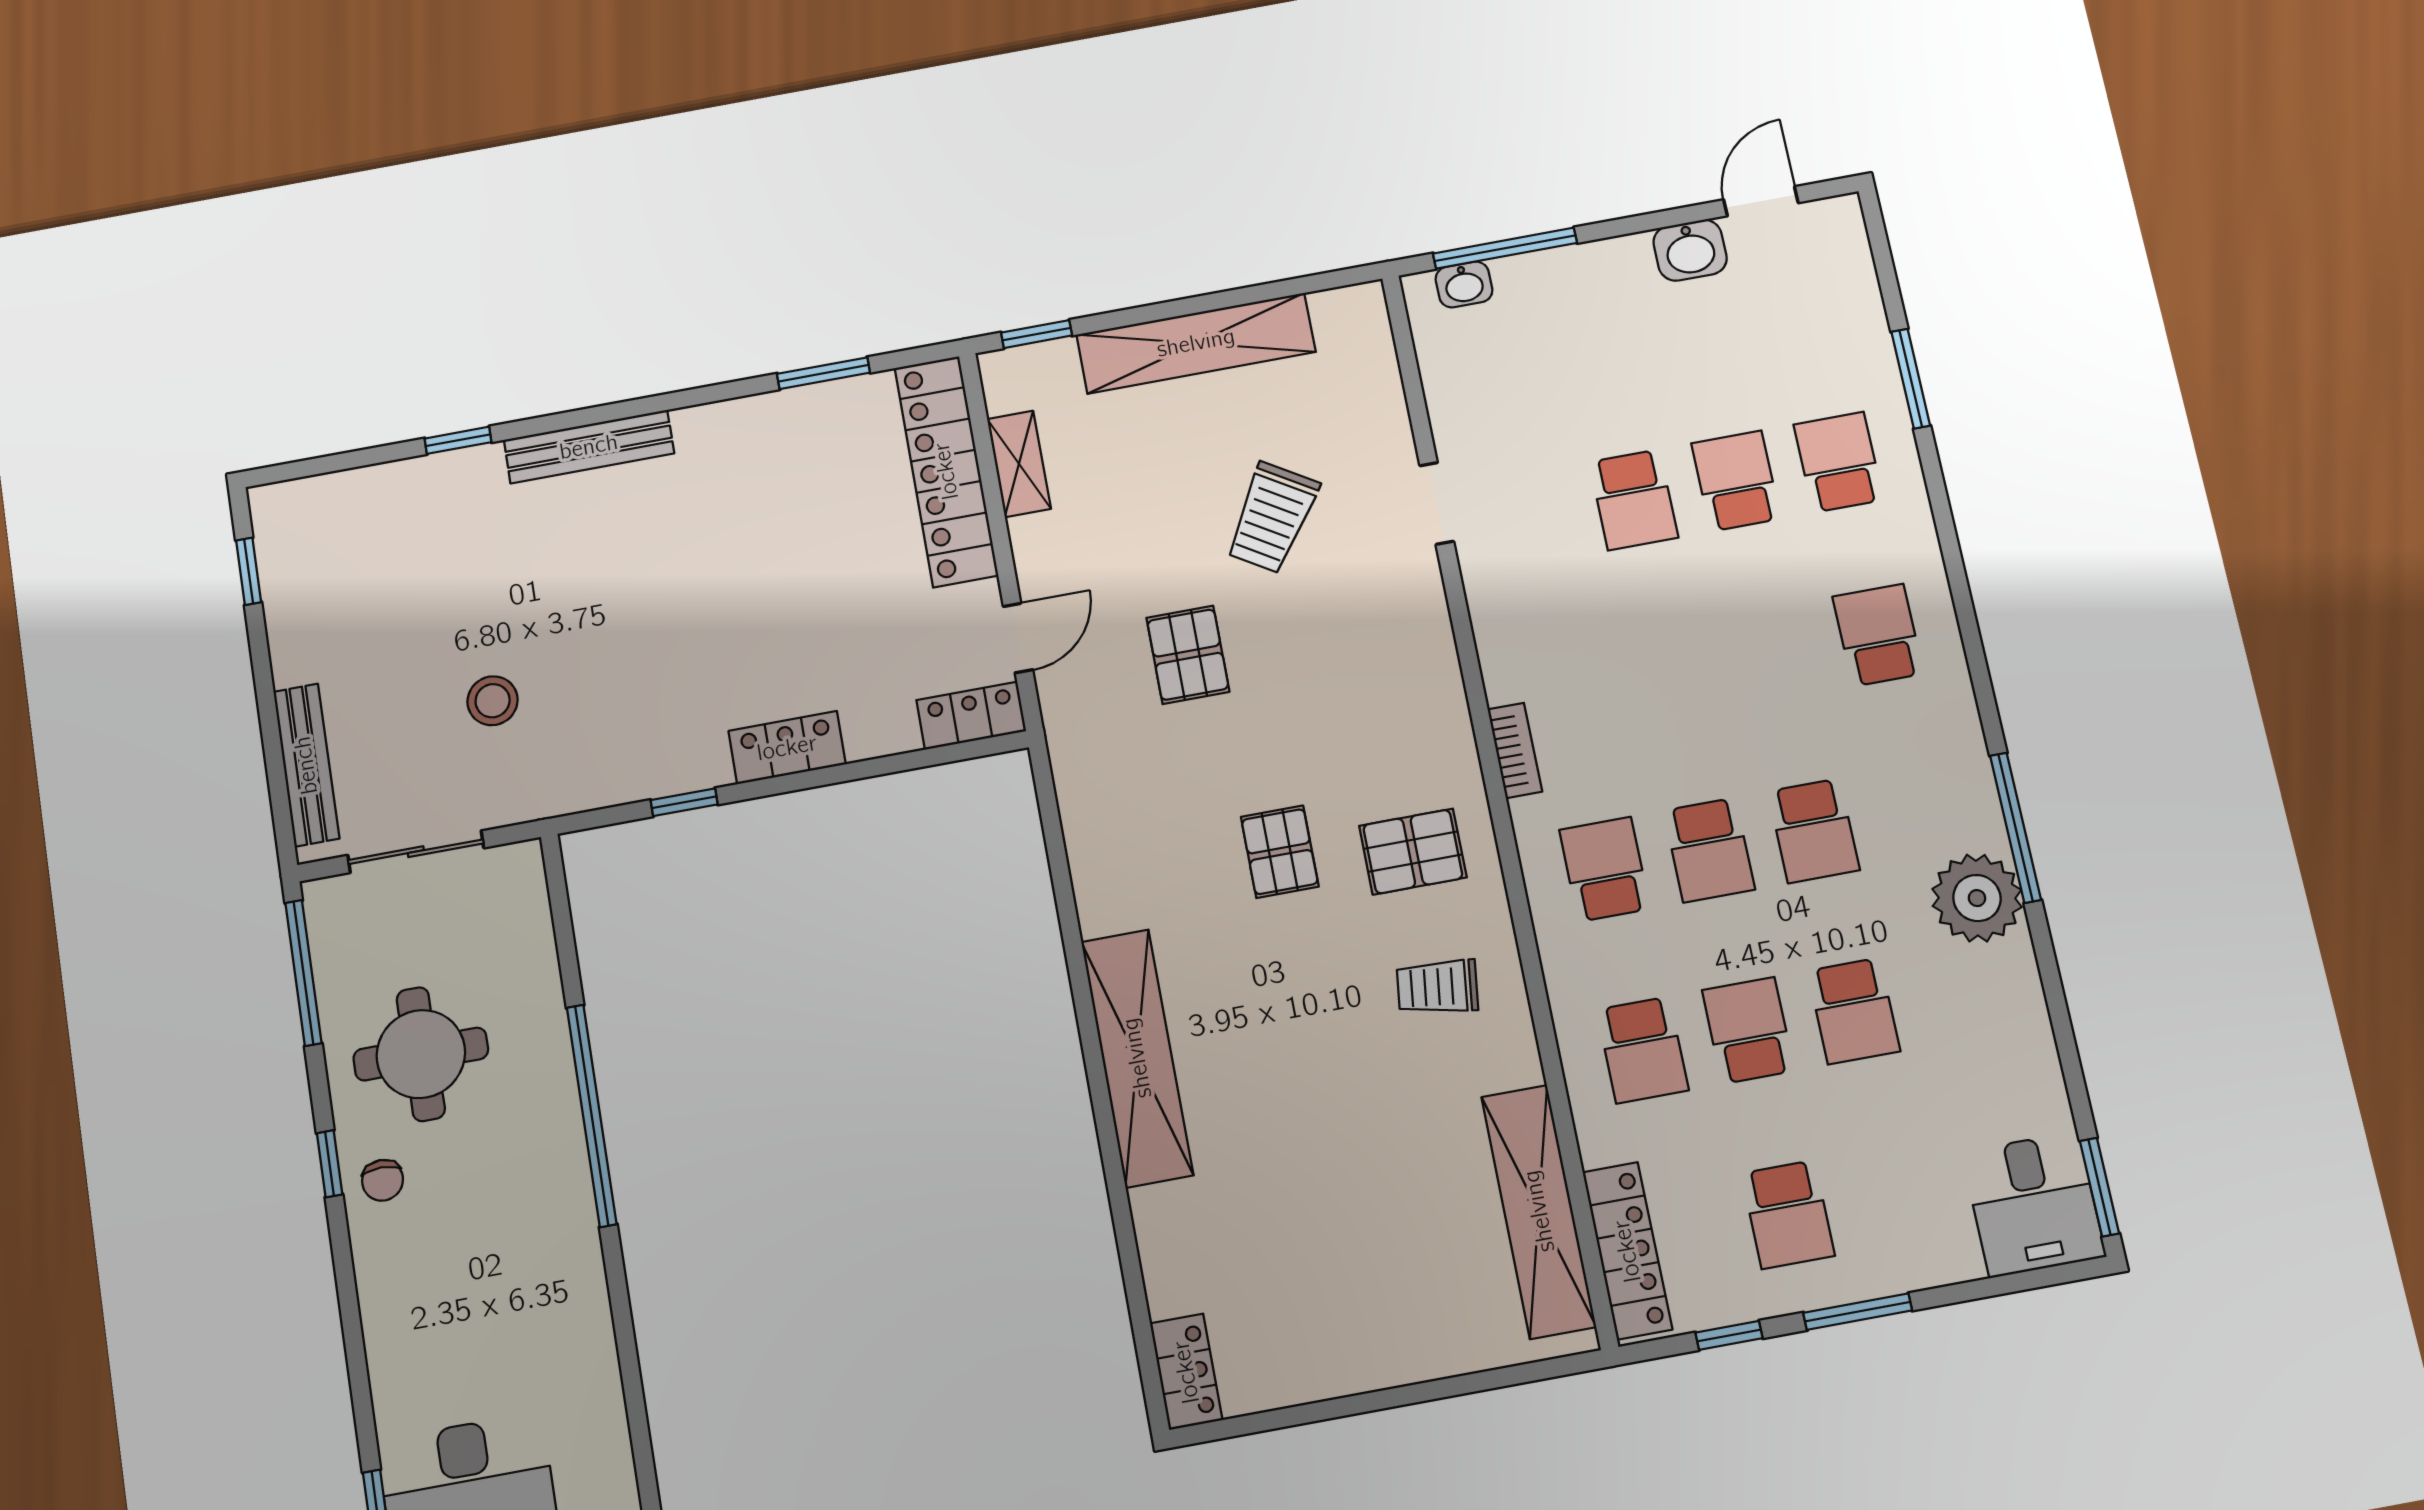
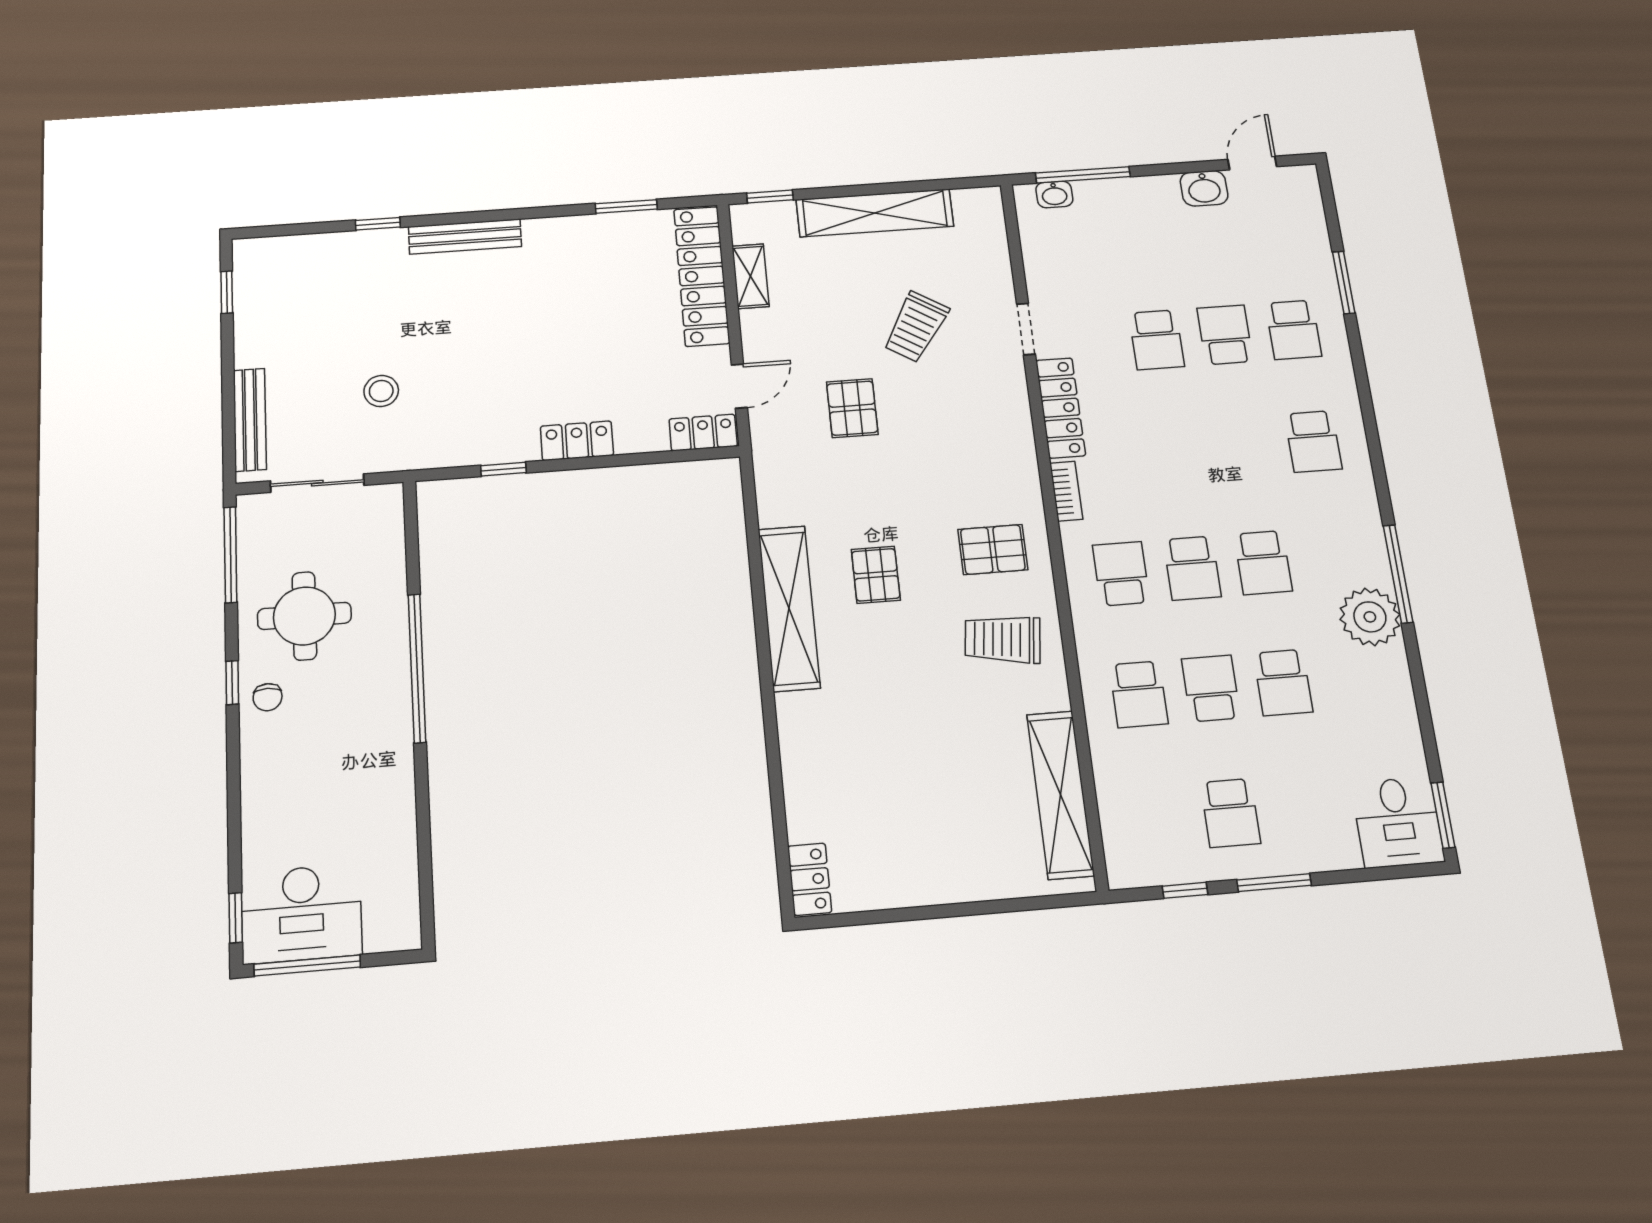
school desk: (1839, 462) -> (1293, 330), turned 180
school desk: (1878, 635) -> (1313, 441), turned 180
pallet: (1280, 852) -> (876, 575), moved
trolley: (1437, 987) -> (1003, 639), width x1.36, depth x1.39
shelving: (1137, 1058) -> (789, 608), moved
locker: (1627, 1251) -> (1061, 408), moved

